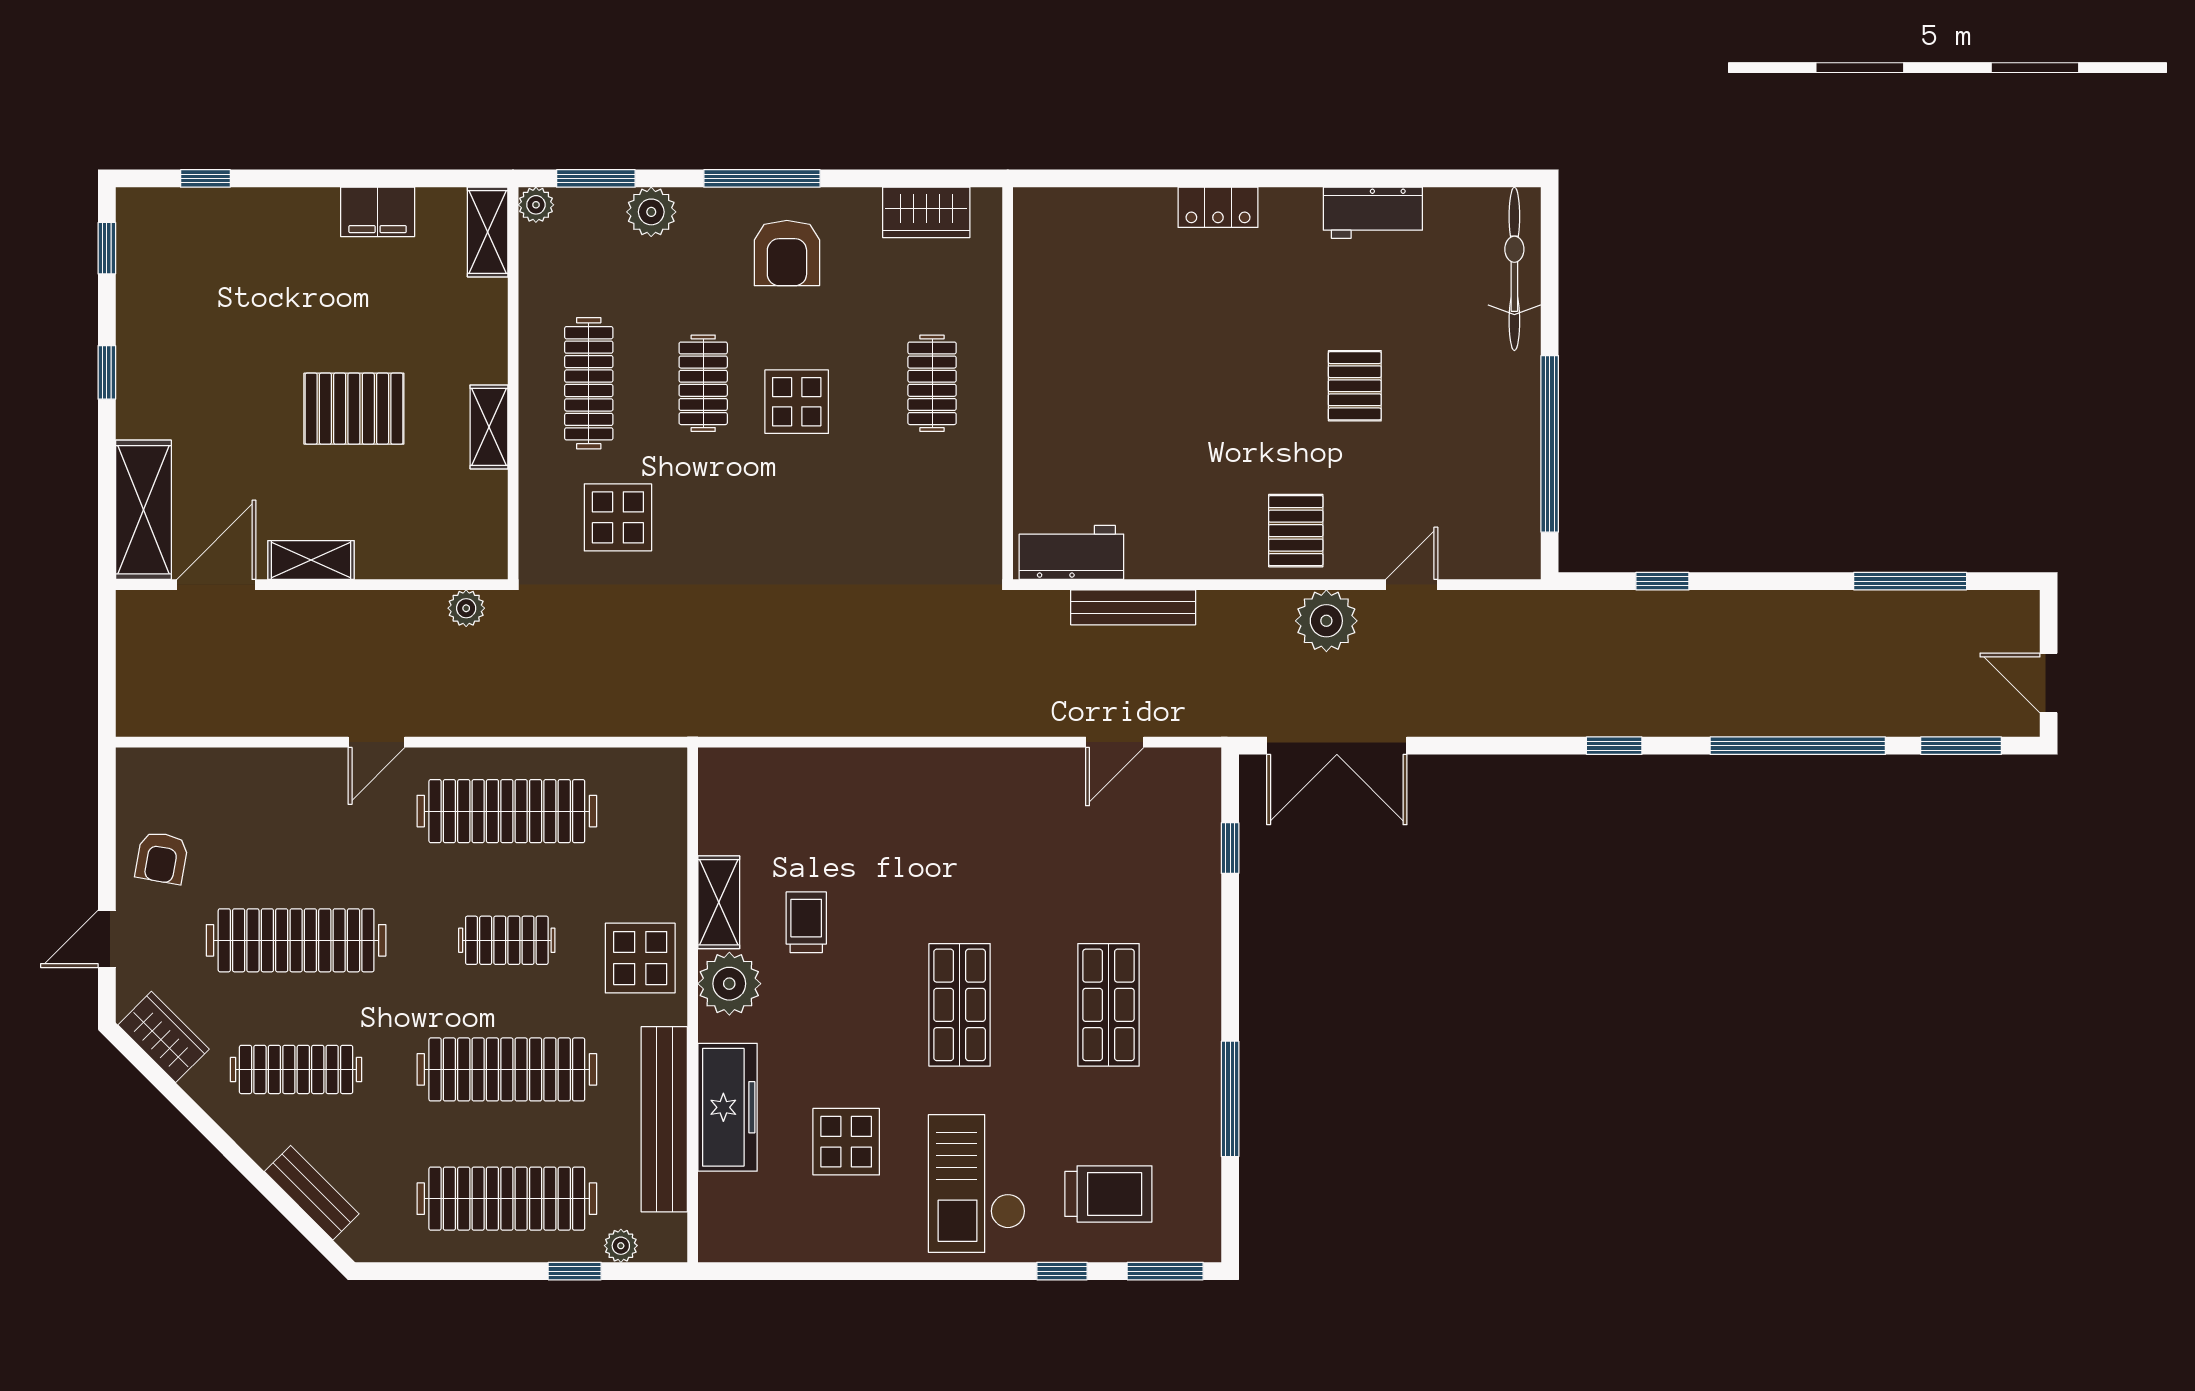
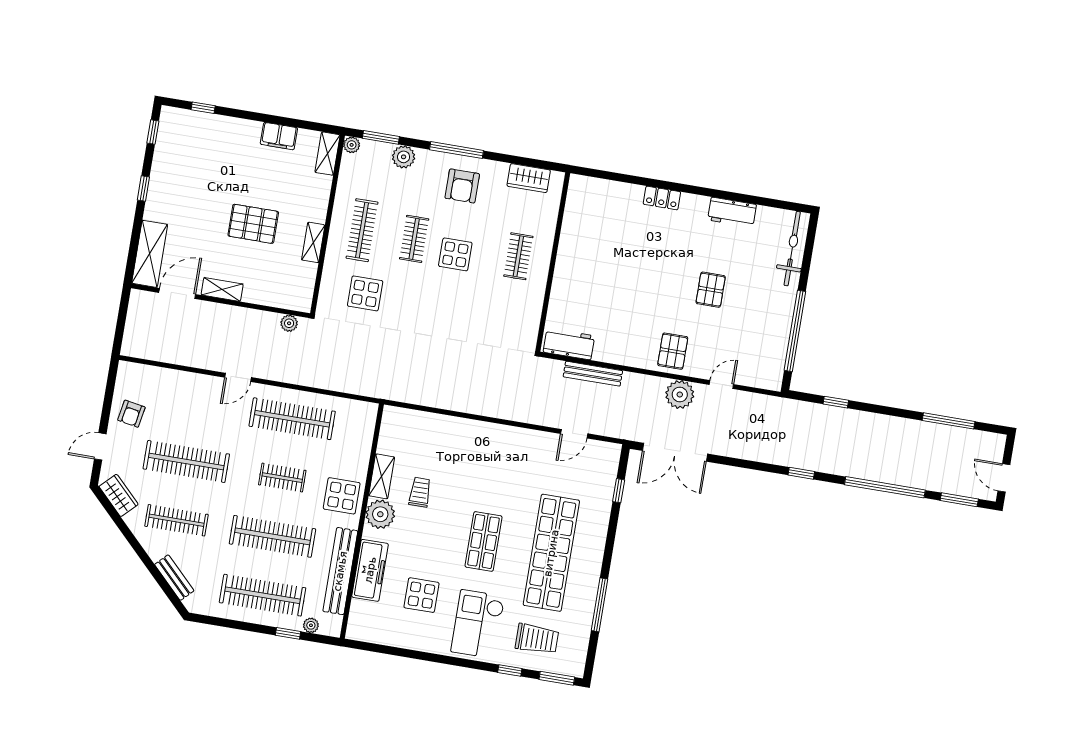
shop shelf: (1109, 1005) -> (551, 553), width x2.00, depth x1.36

